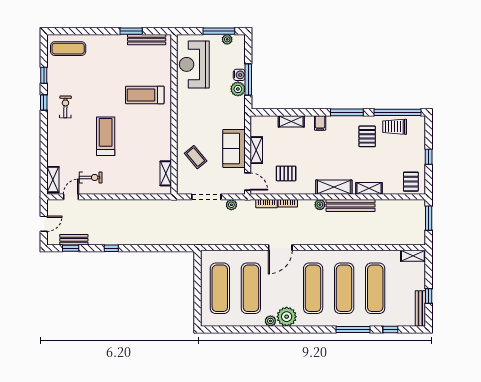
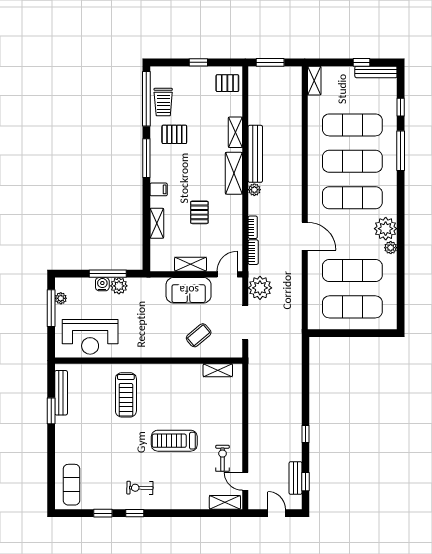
pallet: (286, 173) -> (199, 212), moved
plant: (231, 205) -> (260, 288), width x1.87, depth x1.87

